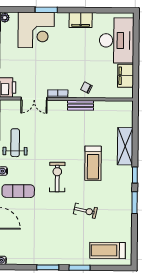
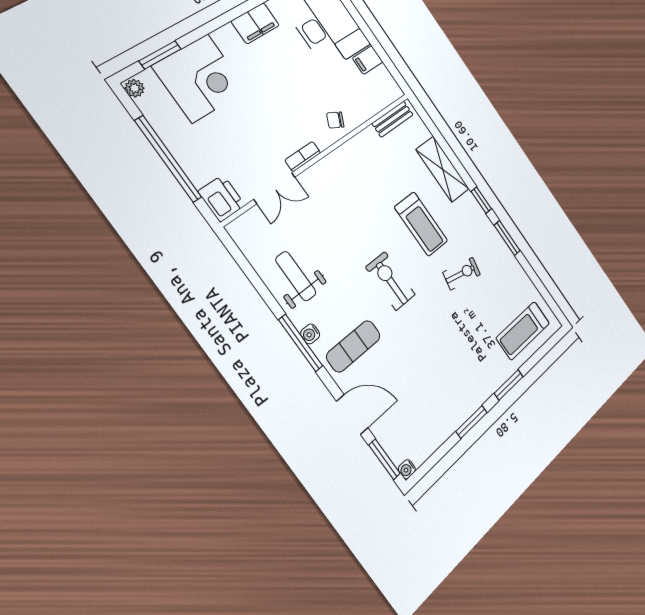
window: (46, 10) -> (160, 55), moved
filing cabinet: (126, 76) -> (368, 60), width x0.50
bench: (80, 105) -> (393, 119), moved
exercise bike: (85, 211) -> (462, 273), moved

